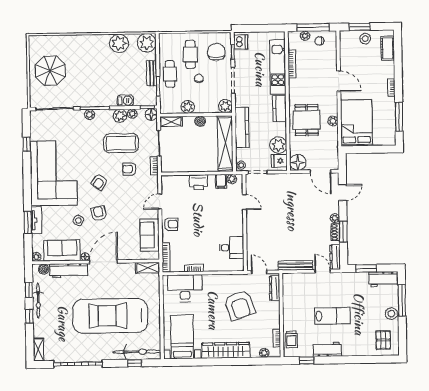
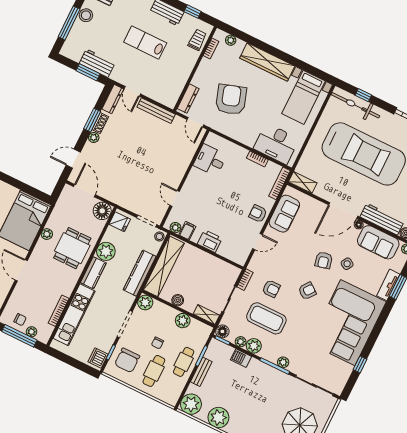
plant: (278, 145) -> (106, 251), moved
workbench: (383, 279) -> (97, 63), moved

